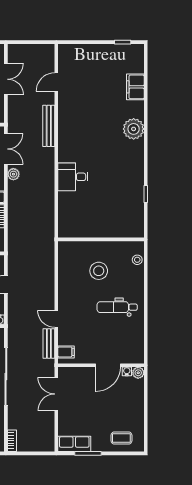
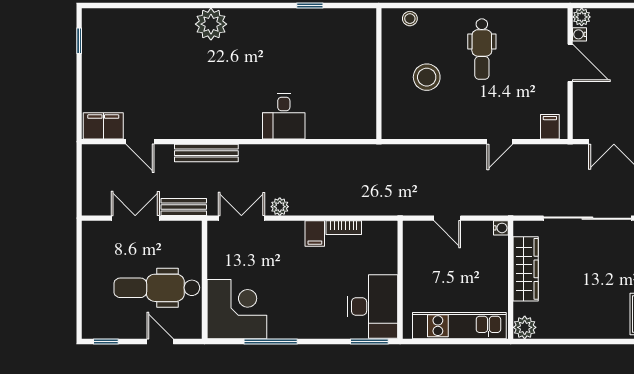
filing cabinet: (135, 87) -> (103, 126), moved, turned 180
bench: (49, 343) -> (184, 207), moved

